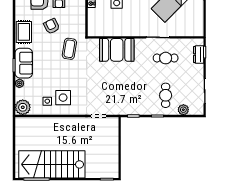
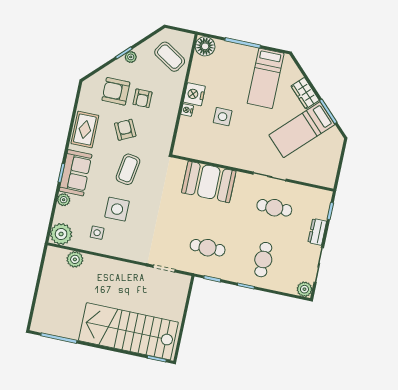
coffee table: (69, 49) -> (128, 169), moved
dresser: (199, 55) -> (317, 232), moved
cafe table: (125, 95) -> (208, 248), added
side table: (63, 98) -> (117, 209), moved
plant: (183, 110) -> (304, 289), moved
plant: (36, 123) -> (75, 259), added
stairs: (52, 164) -> (128, 331), moved

